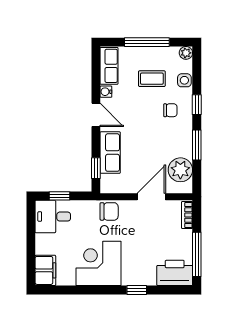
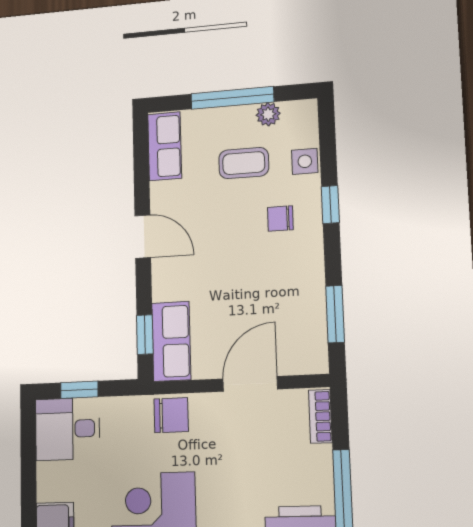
plant: (186, 53) -> (268, 114), moved
water cooler: (106, 92) -> (160, 193), removed
chair: (170, 110) -> (280, 219), turned 180
window: (197, 145) -> (335, 314), moved
row of seats: (110, 153) -> (171, 341), moved
plant: (180, 170) -> (304, 330), removed

